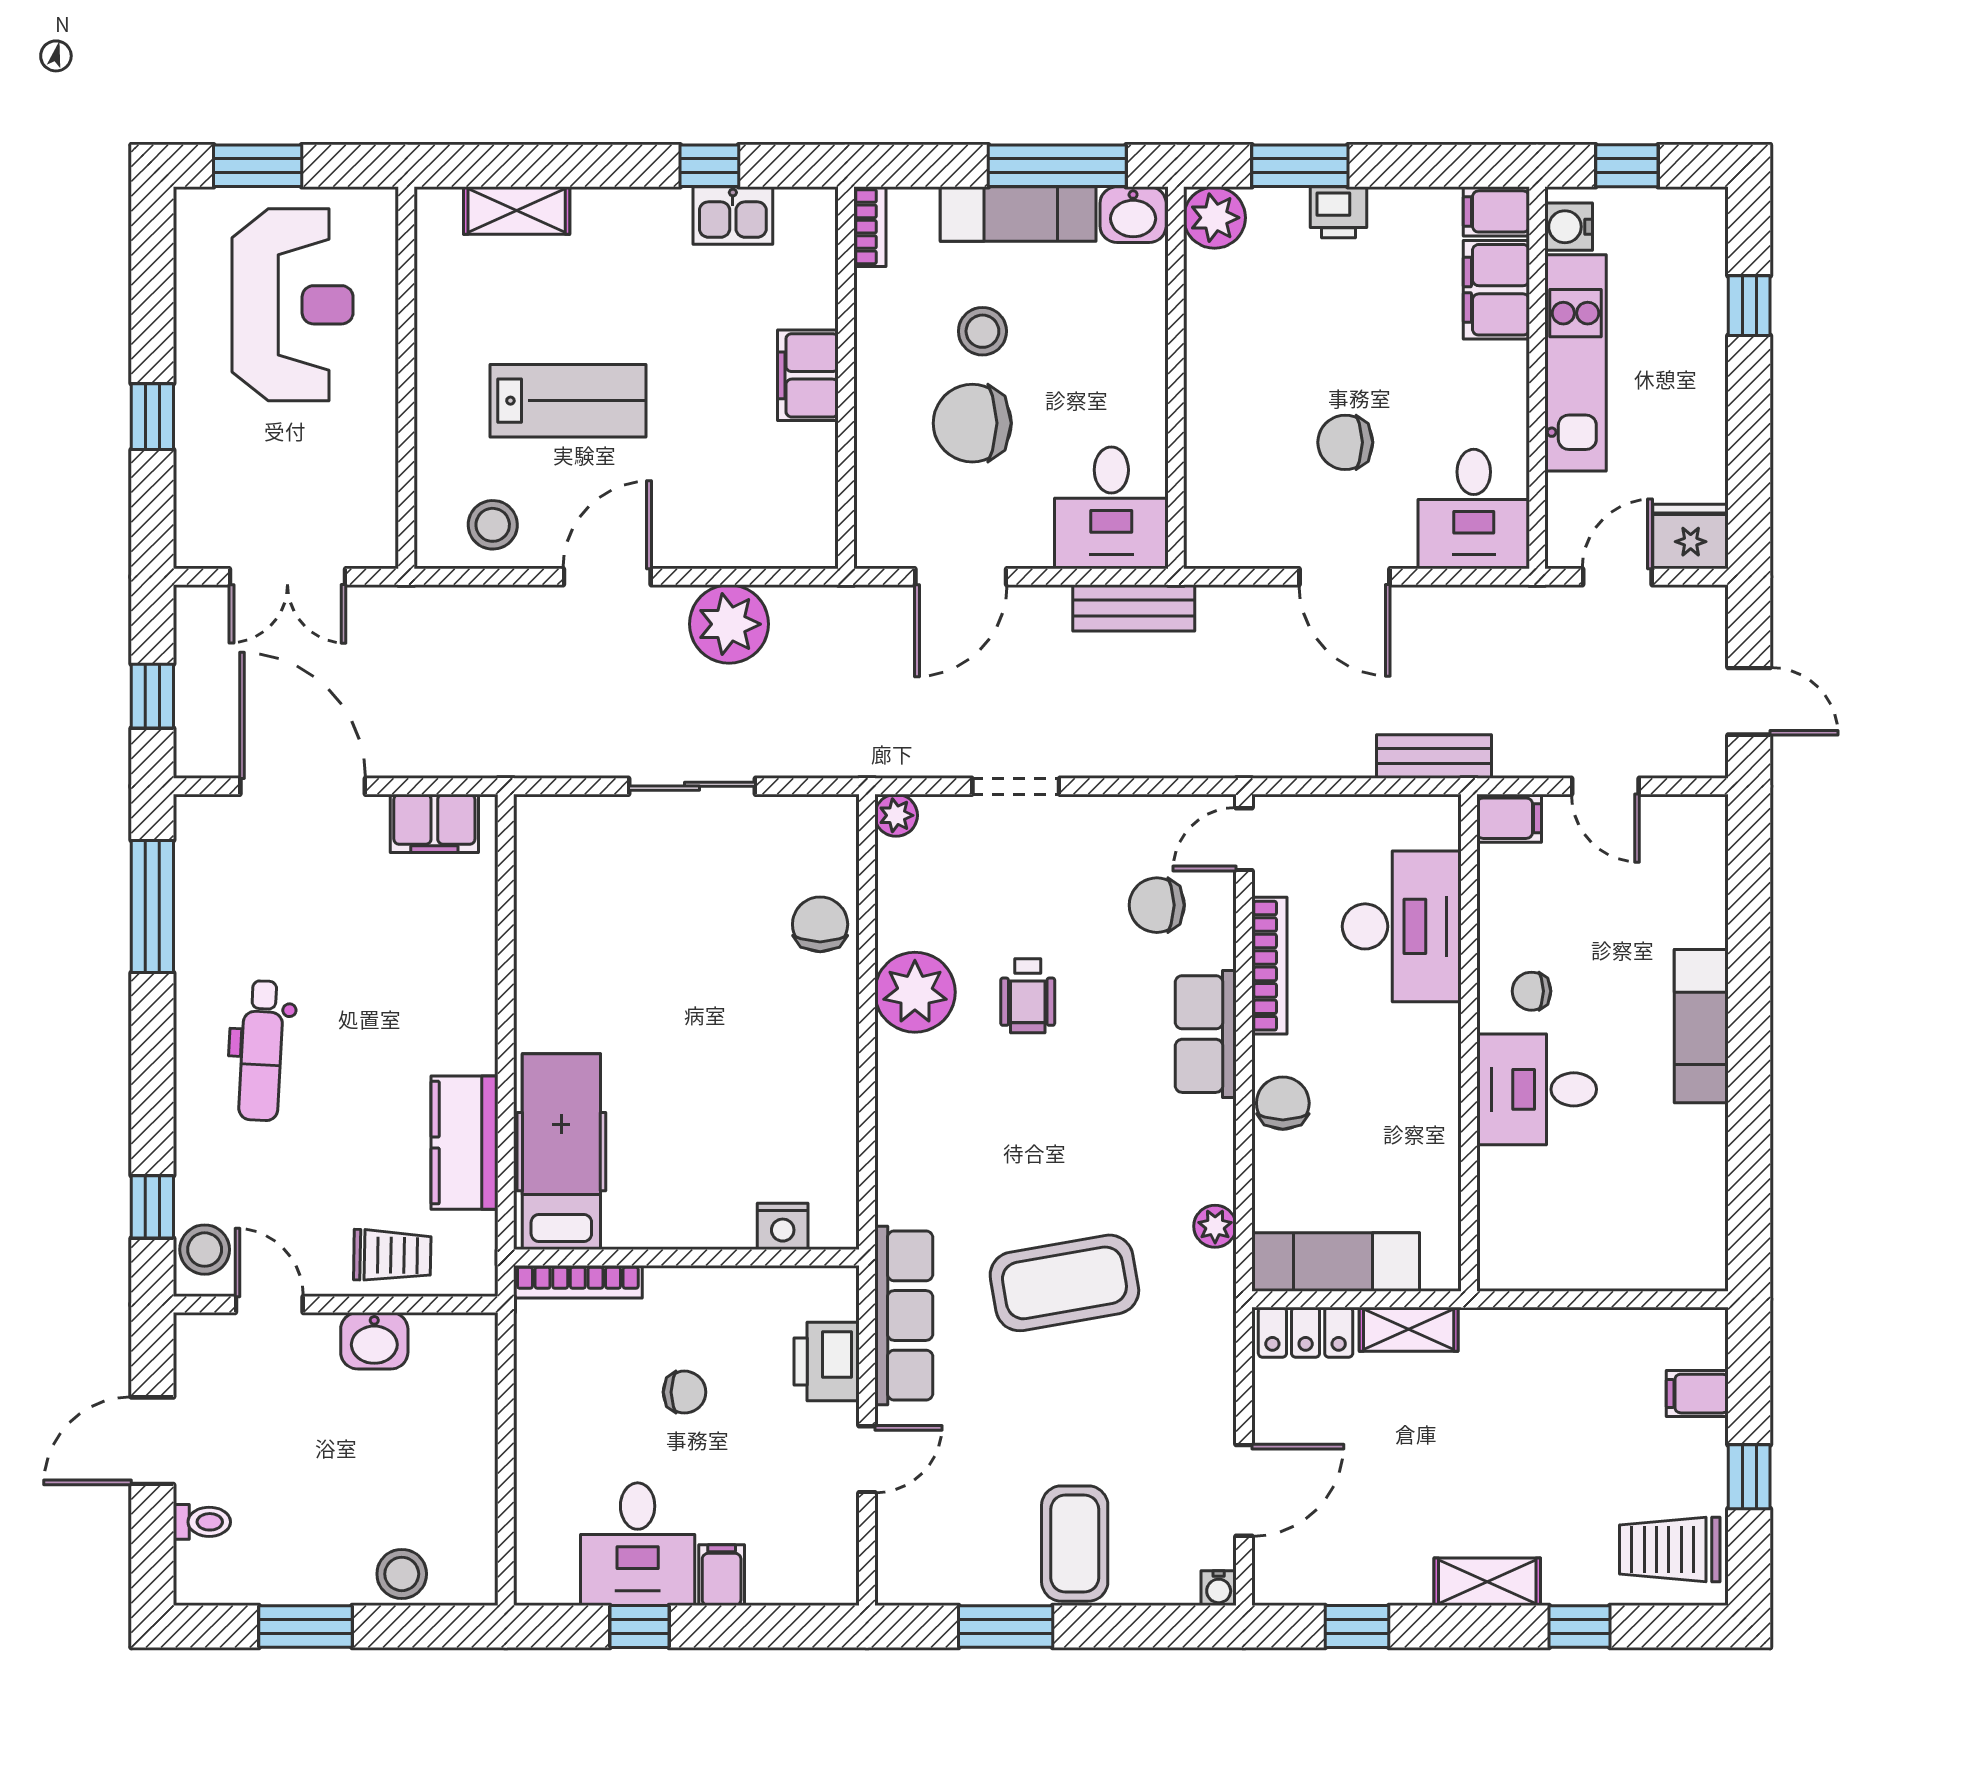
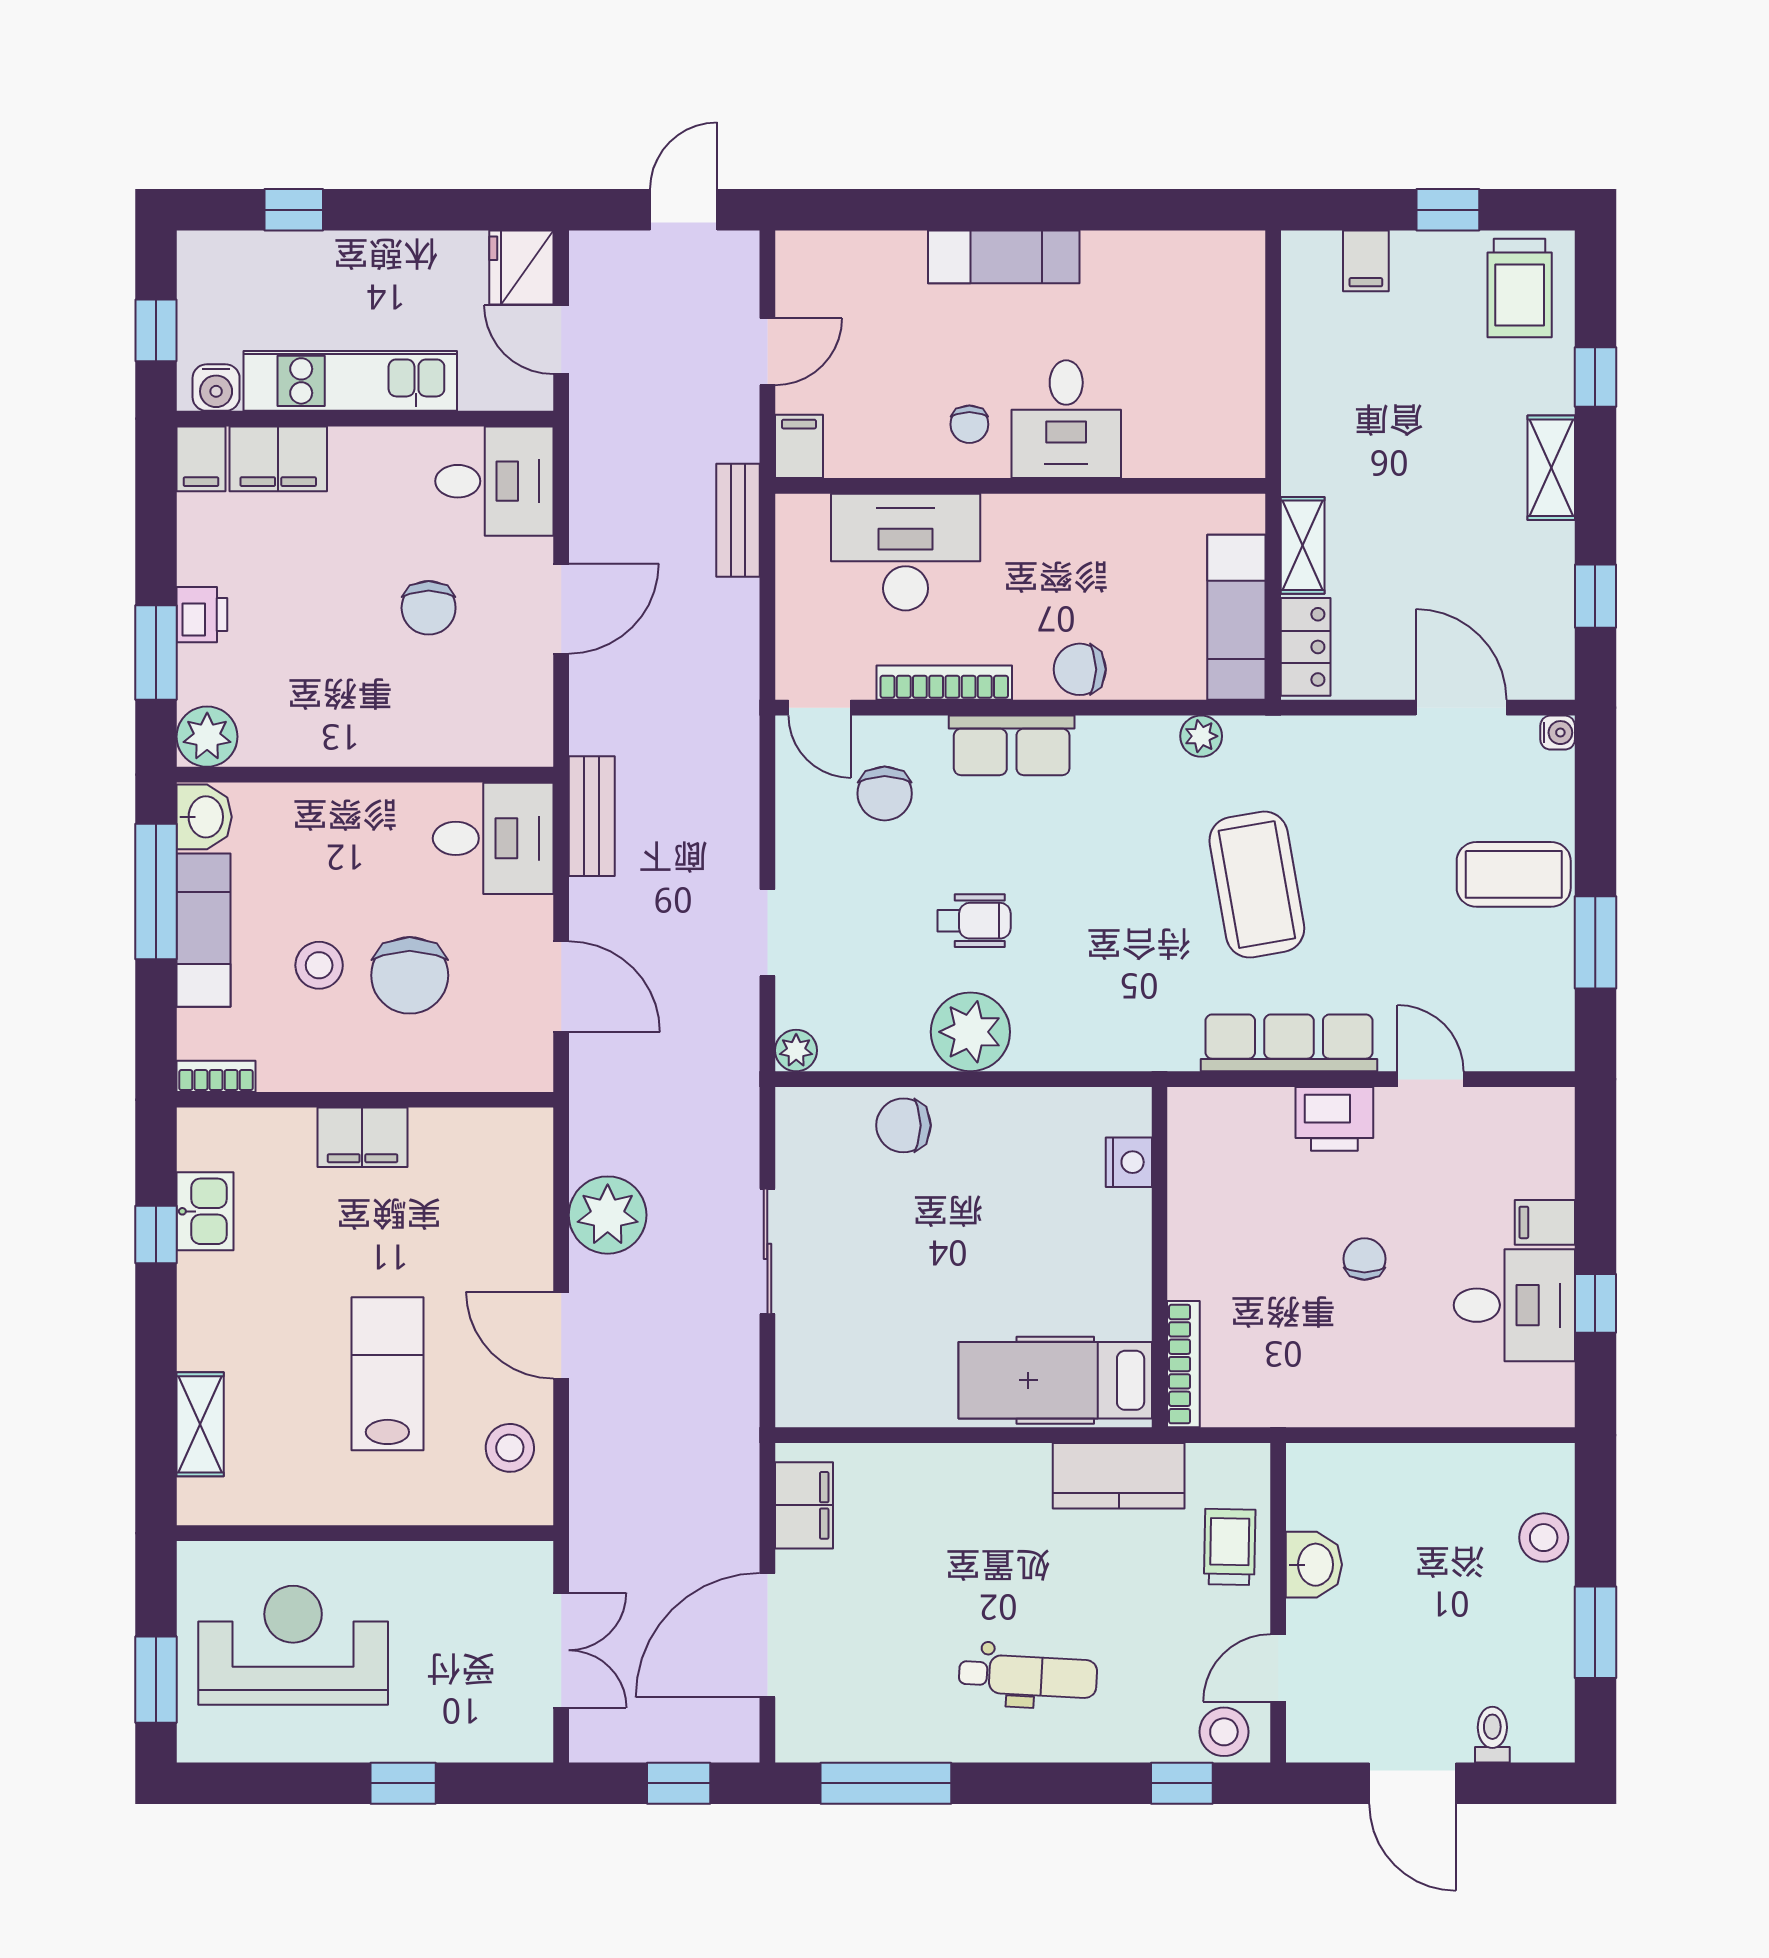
hospital bed: (561, 1152) -> (1055, 1380), moved
nightstand: (783, 1226) -> (1129, 1162), moved
wall: (686, 1257) -> (1160, 1257), moved
bookcase: (578, 1282) -> (1183, 1364), moved

